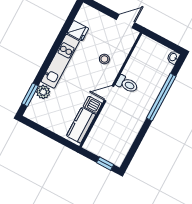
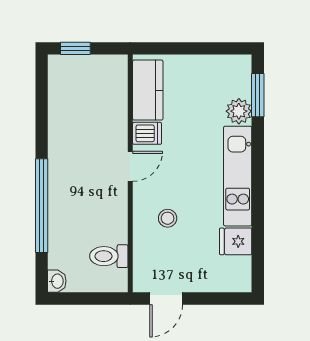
toilet: (127, 84) -> (109, 256), moved

